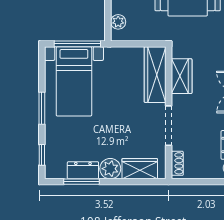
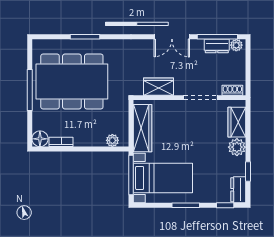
wardrobe: (155, 75) -> (143, 128), moved, turned -90
dresser: (83, 170) -> (238, 190), moved
window: (82, 182) -> (248, 172), width x0.67

